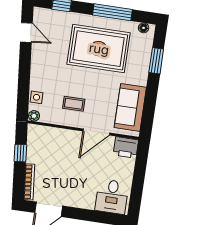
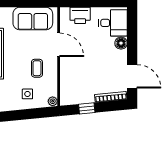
side table: (37, 97) -> (27, 94), moved
printer: (126, 147) -> (80, 15), moved, turned 90
floor lamp: (88, 202) -> (121, 43), added

